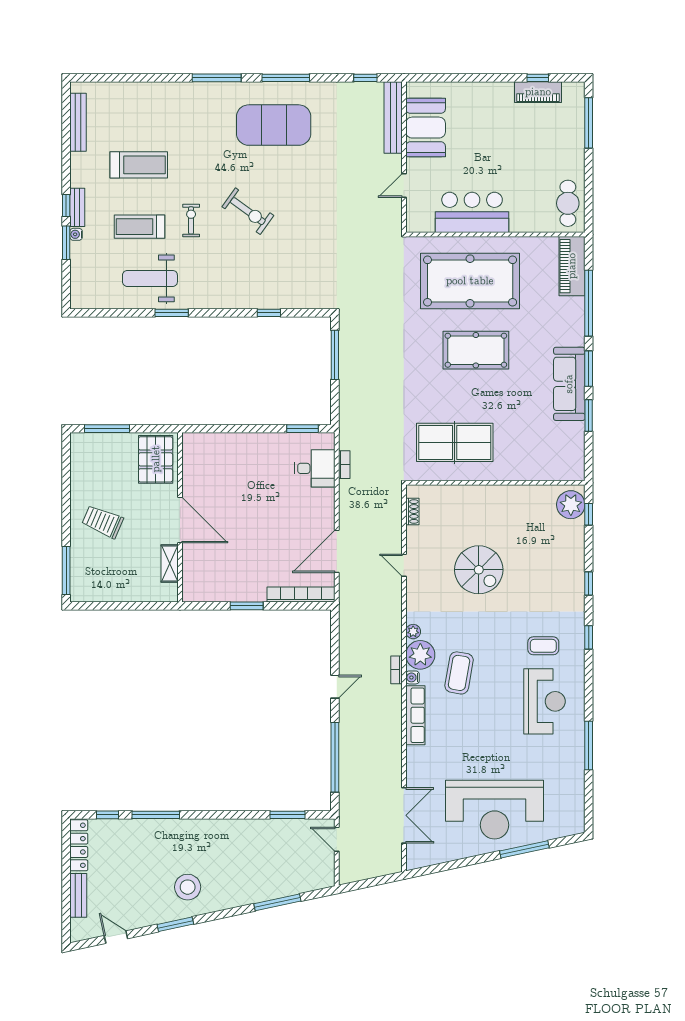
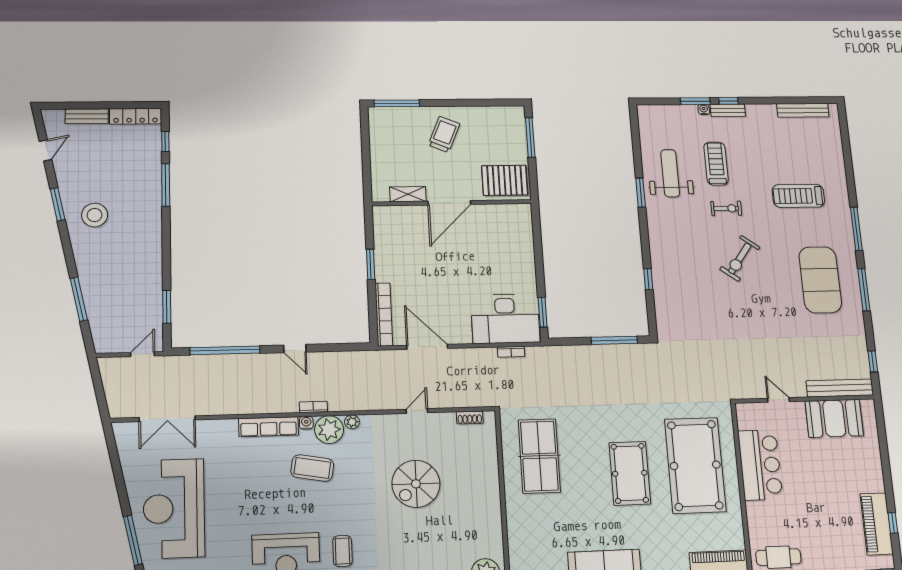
piano: (538, 92) -> (877, 524), width x1.37, depth x1.33
treadmill: (139, 165) -> (798, 196), moved, turned 90
desk: (315, 468) -> (505, 319), width x1.87, depth x1.30

